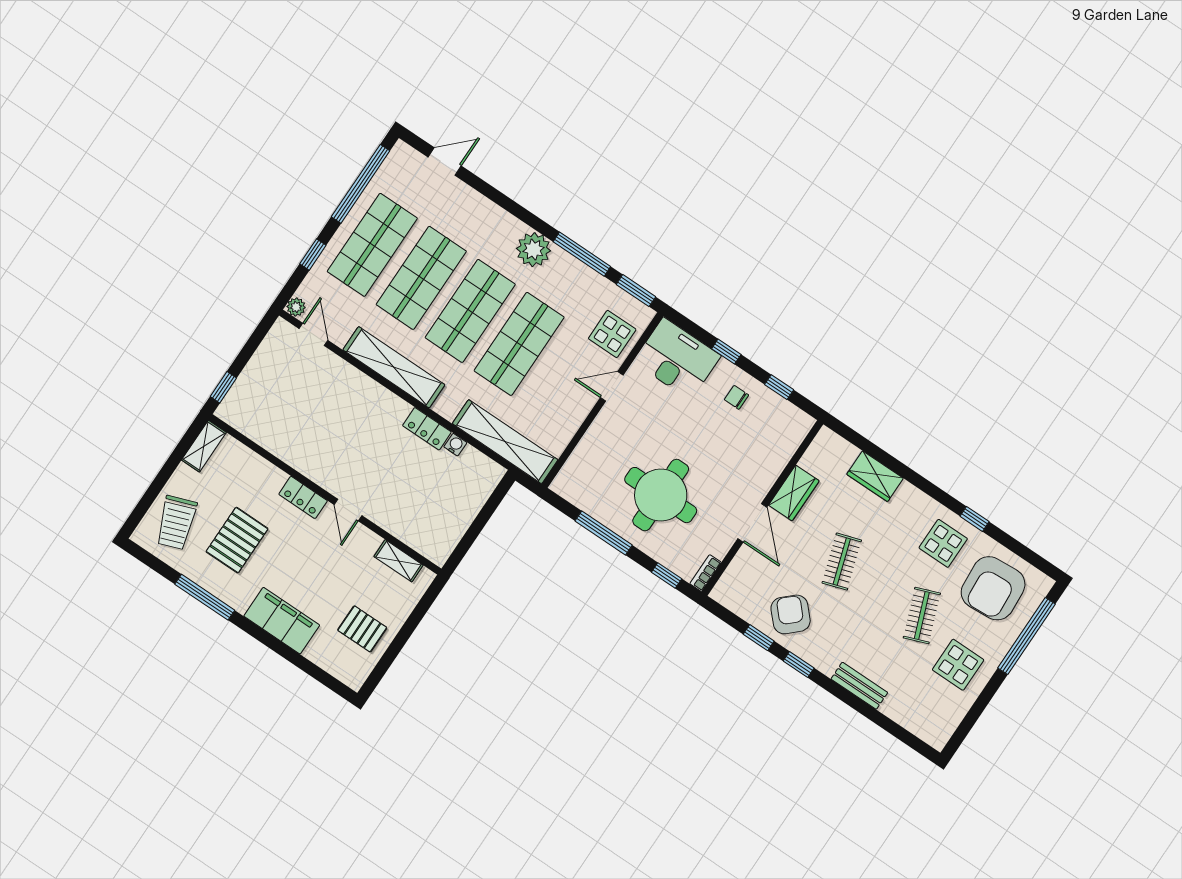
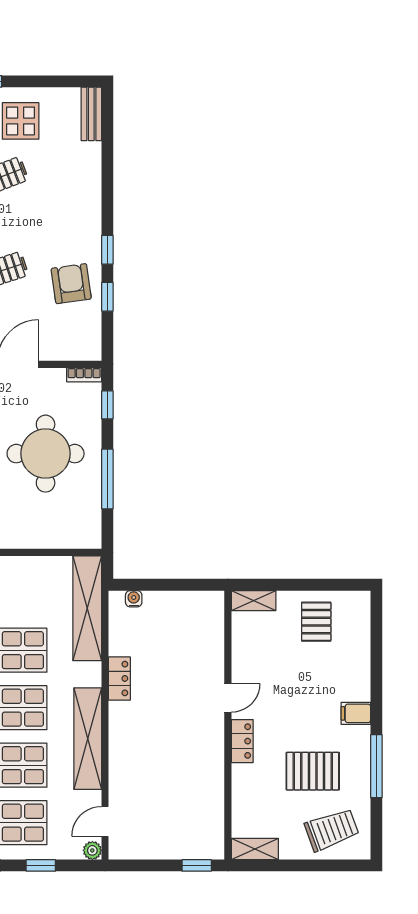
water cooler: (455, 445) -> (134, 599), moved, turned 90
shelving: (399, 561) -> (254, 601), moved, turned 90
armchair: (791, 614) -> (71, 284), turned 125
filing cabinet: (282, 621) -> (356, 713), width x0.33, depth x0.86
bench: (859, 686) -> (91, 114), moved

